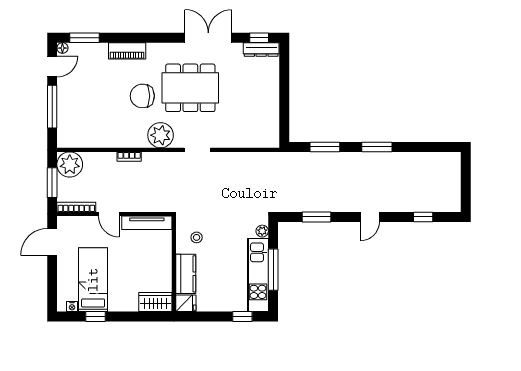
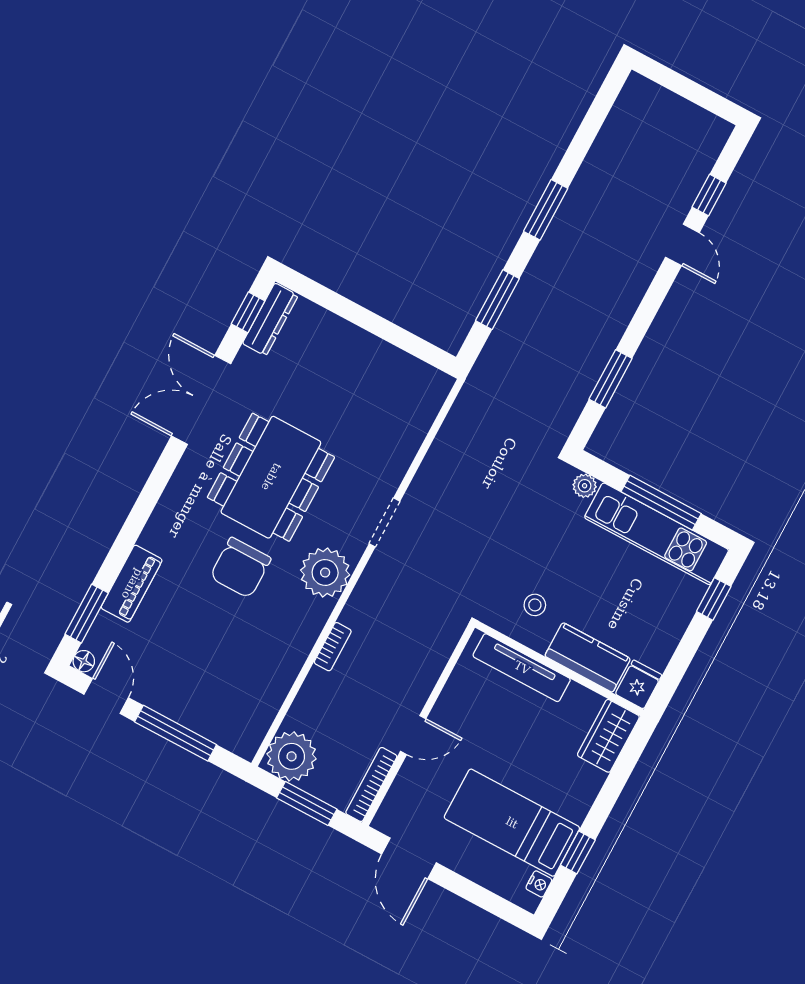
piano: (127, 51) -> (132, 584), moved
door: (370, 217) -> (682, 245), moved
tv unit: (147, 223) -> (522, 668), moved, turned 90

